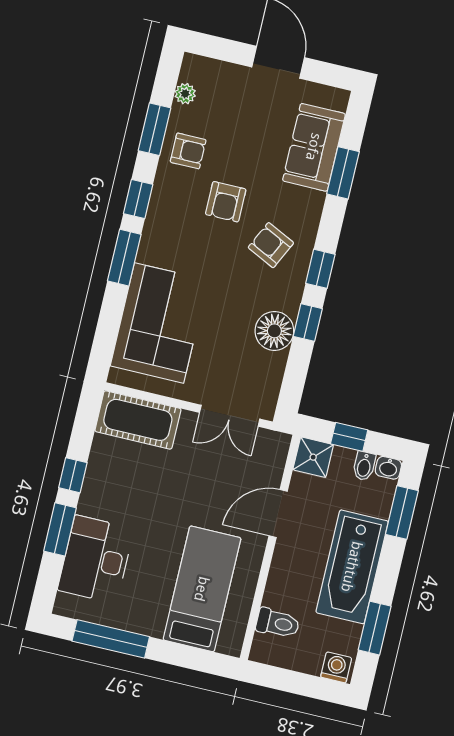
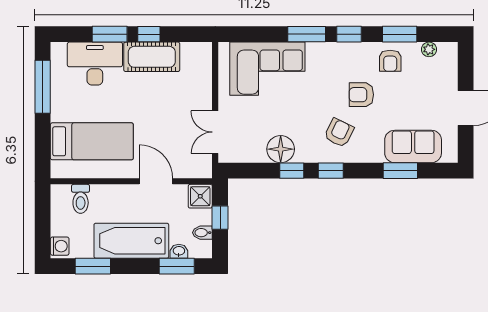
cot: (138, 420) -> (152, 57), moved, turned 90
washbasin: (388, 468) -> (179, 251), moved, turned 90

